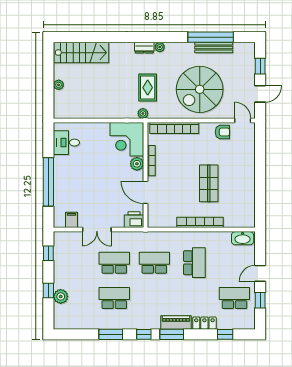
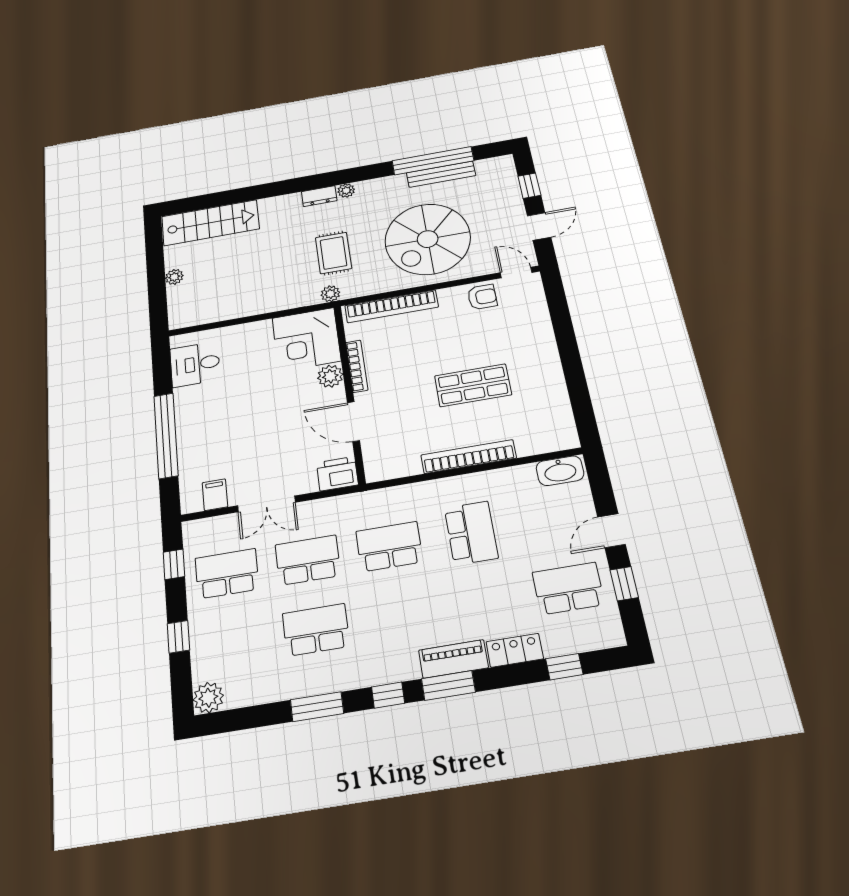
shop shelf: (209, 183) -> (473, 385), turned 90
school desk: (74, 263) -> (227, 574), added
plant: (61, 296) -> (208, 698), moved

